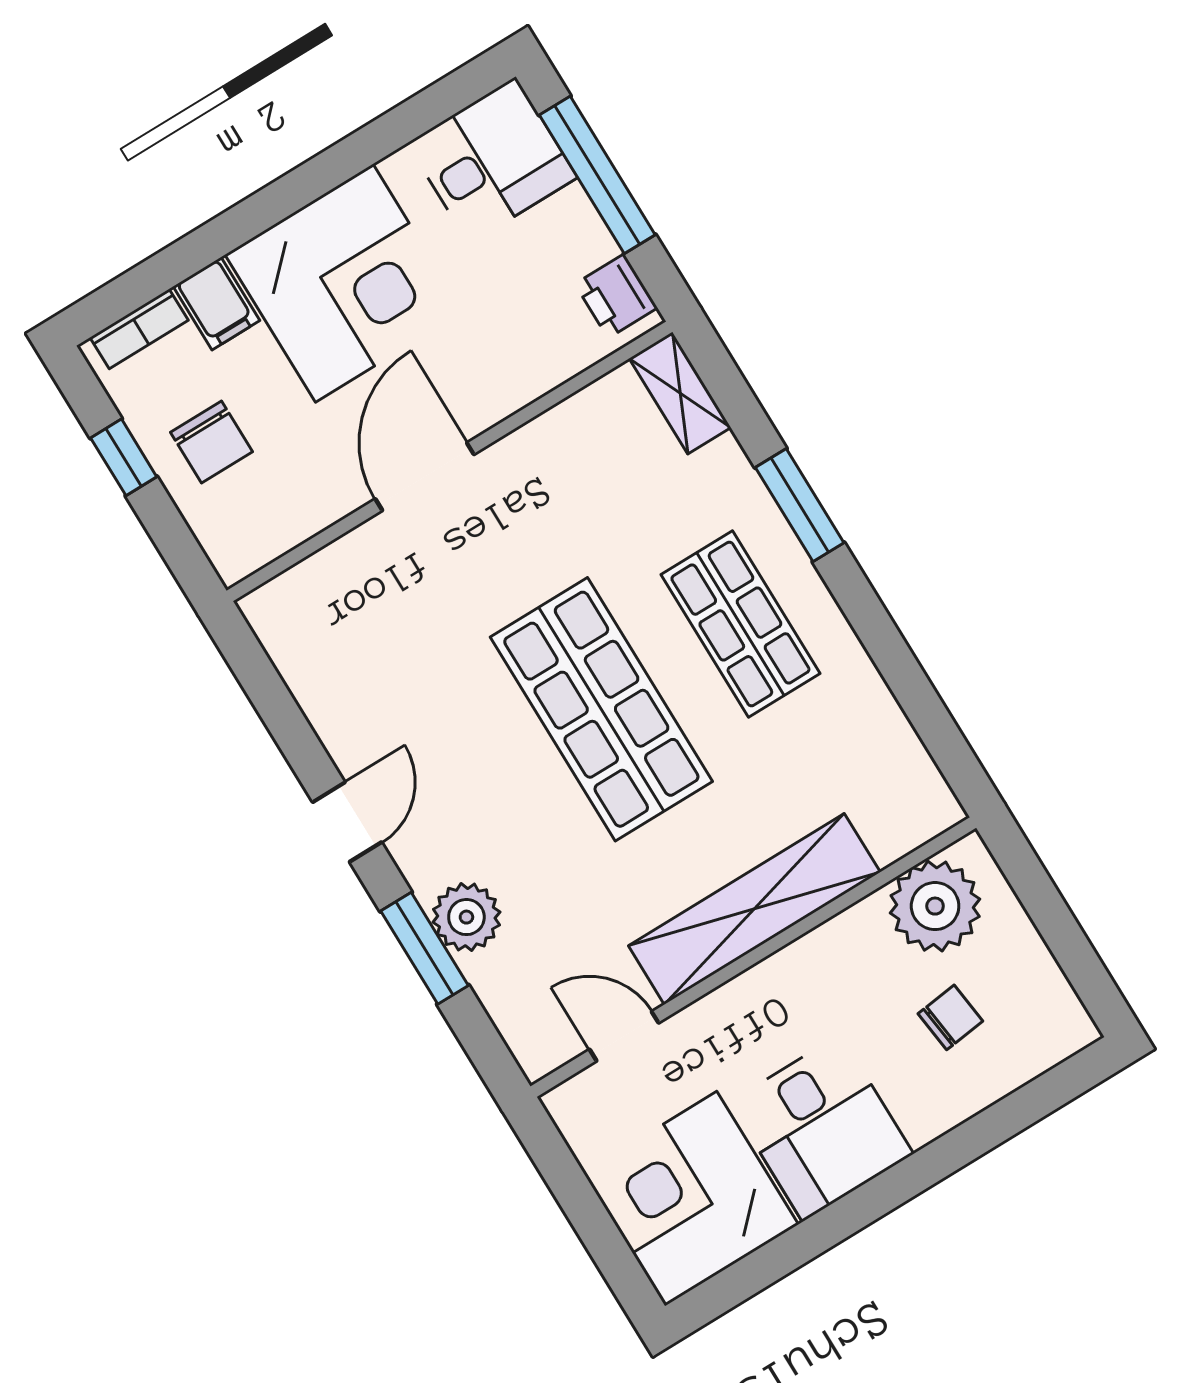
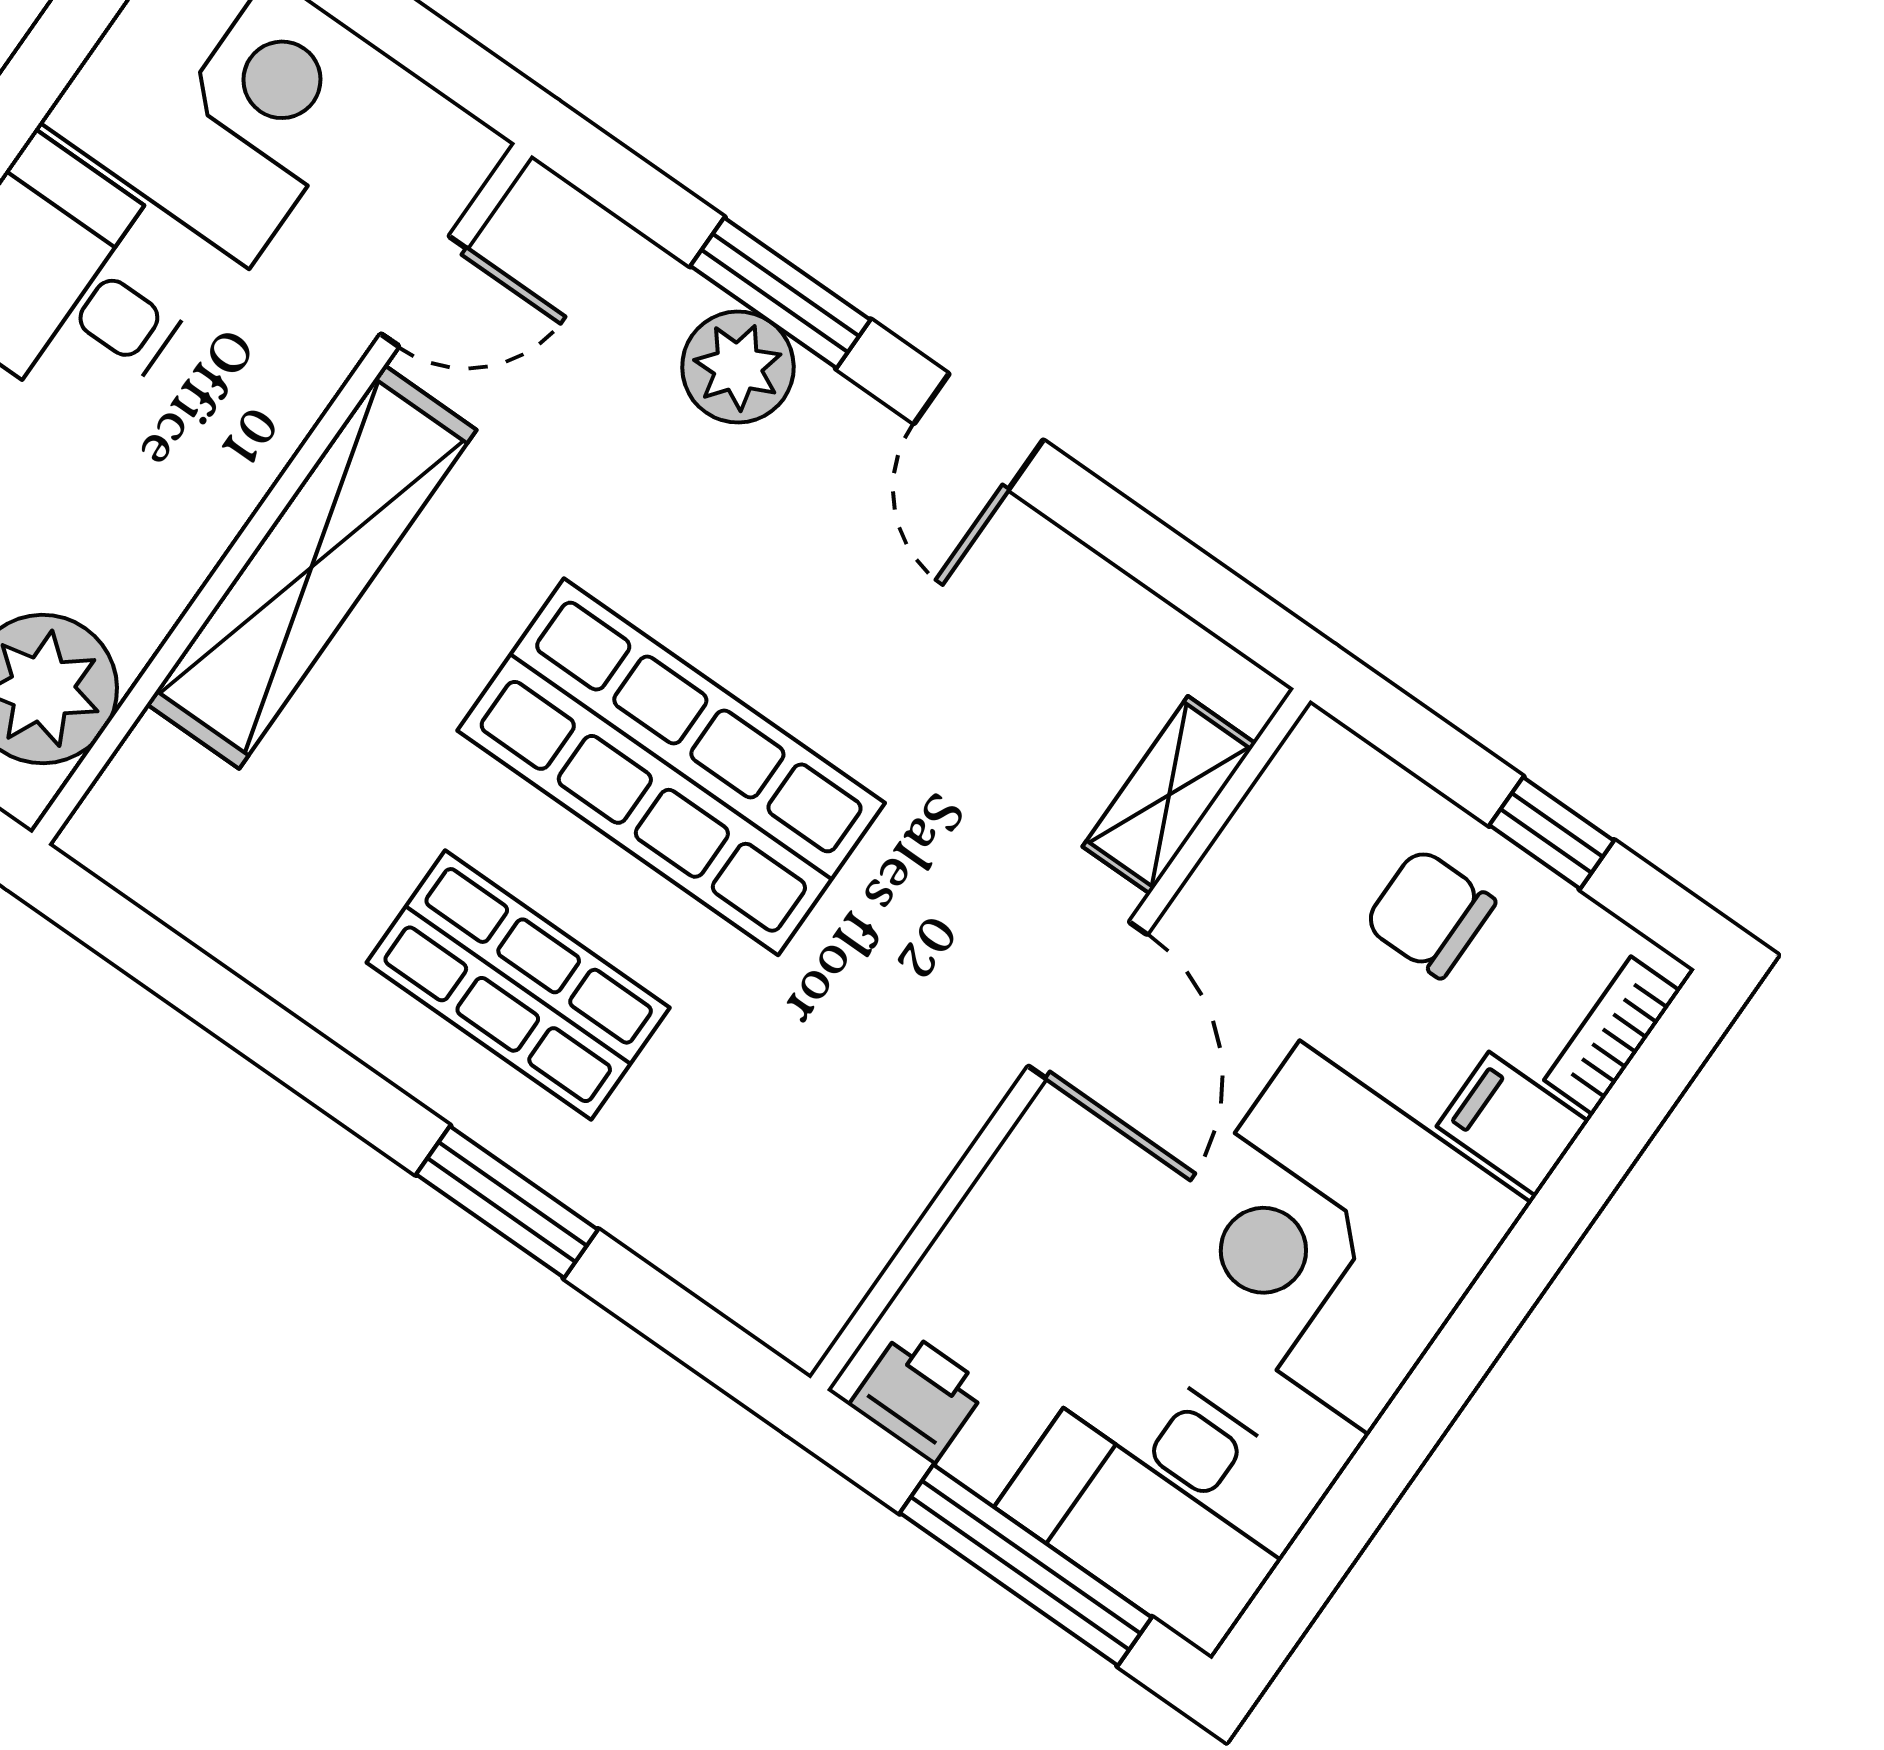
desk: (492, 160) -> (1163, 1498), width x1.37
shelving: (680, 393) -> (1169, 795), moved, turned 90

